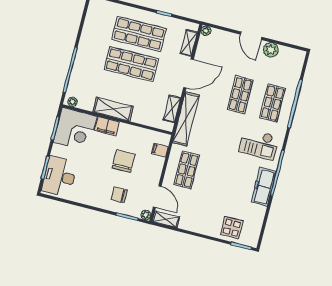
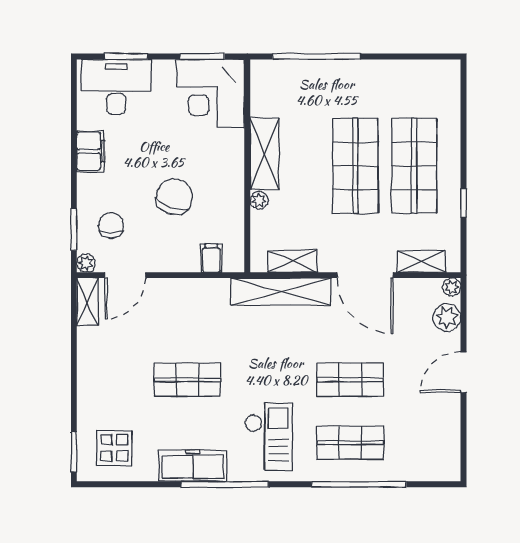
plant: (271, 50) -> (447, 318), moved
plant: (73, 102) -> (259, 200), moved
filing cabinet: (107, 126) -> (91, 151), moved, turned 180
checkout: (259, 144) -> (269, 437), turned 180
chair: (123, 161) -> (174, 197), turned -69
shop shelf: (187, 170) -> (187, 380), moved
chair: (119, 195) -> (111, 225), moved
display table: (232, 228) -> (114, 448), moved

